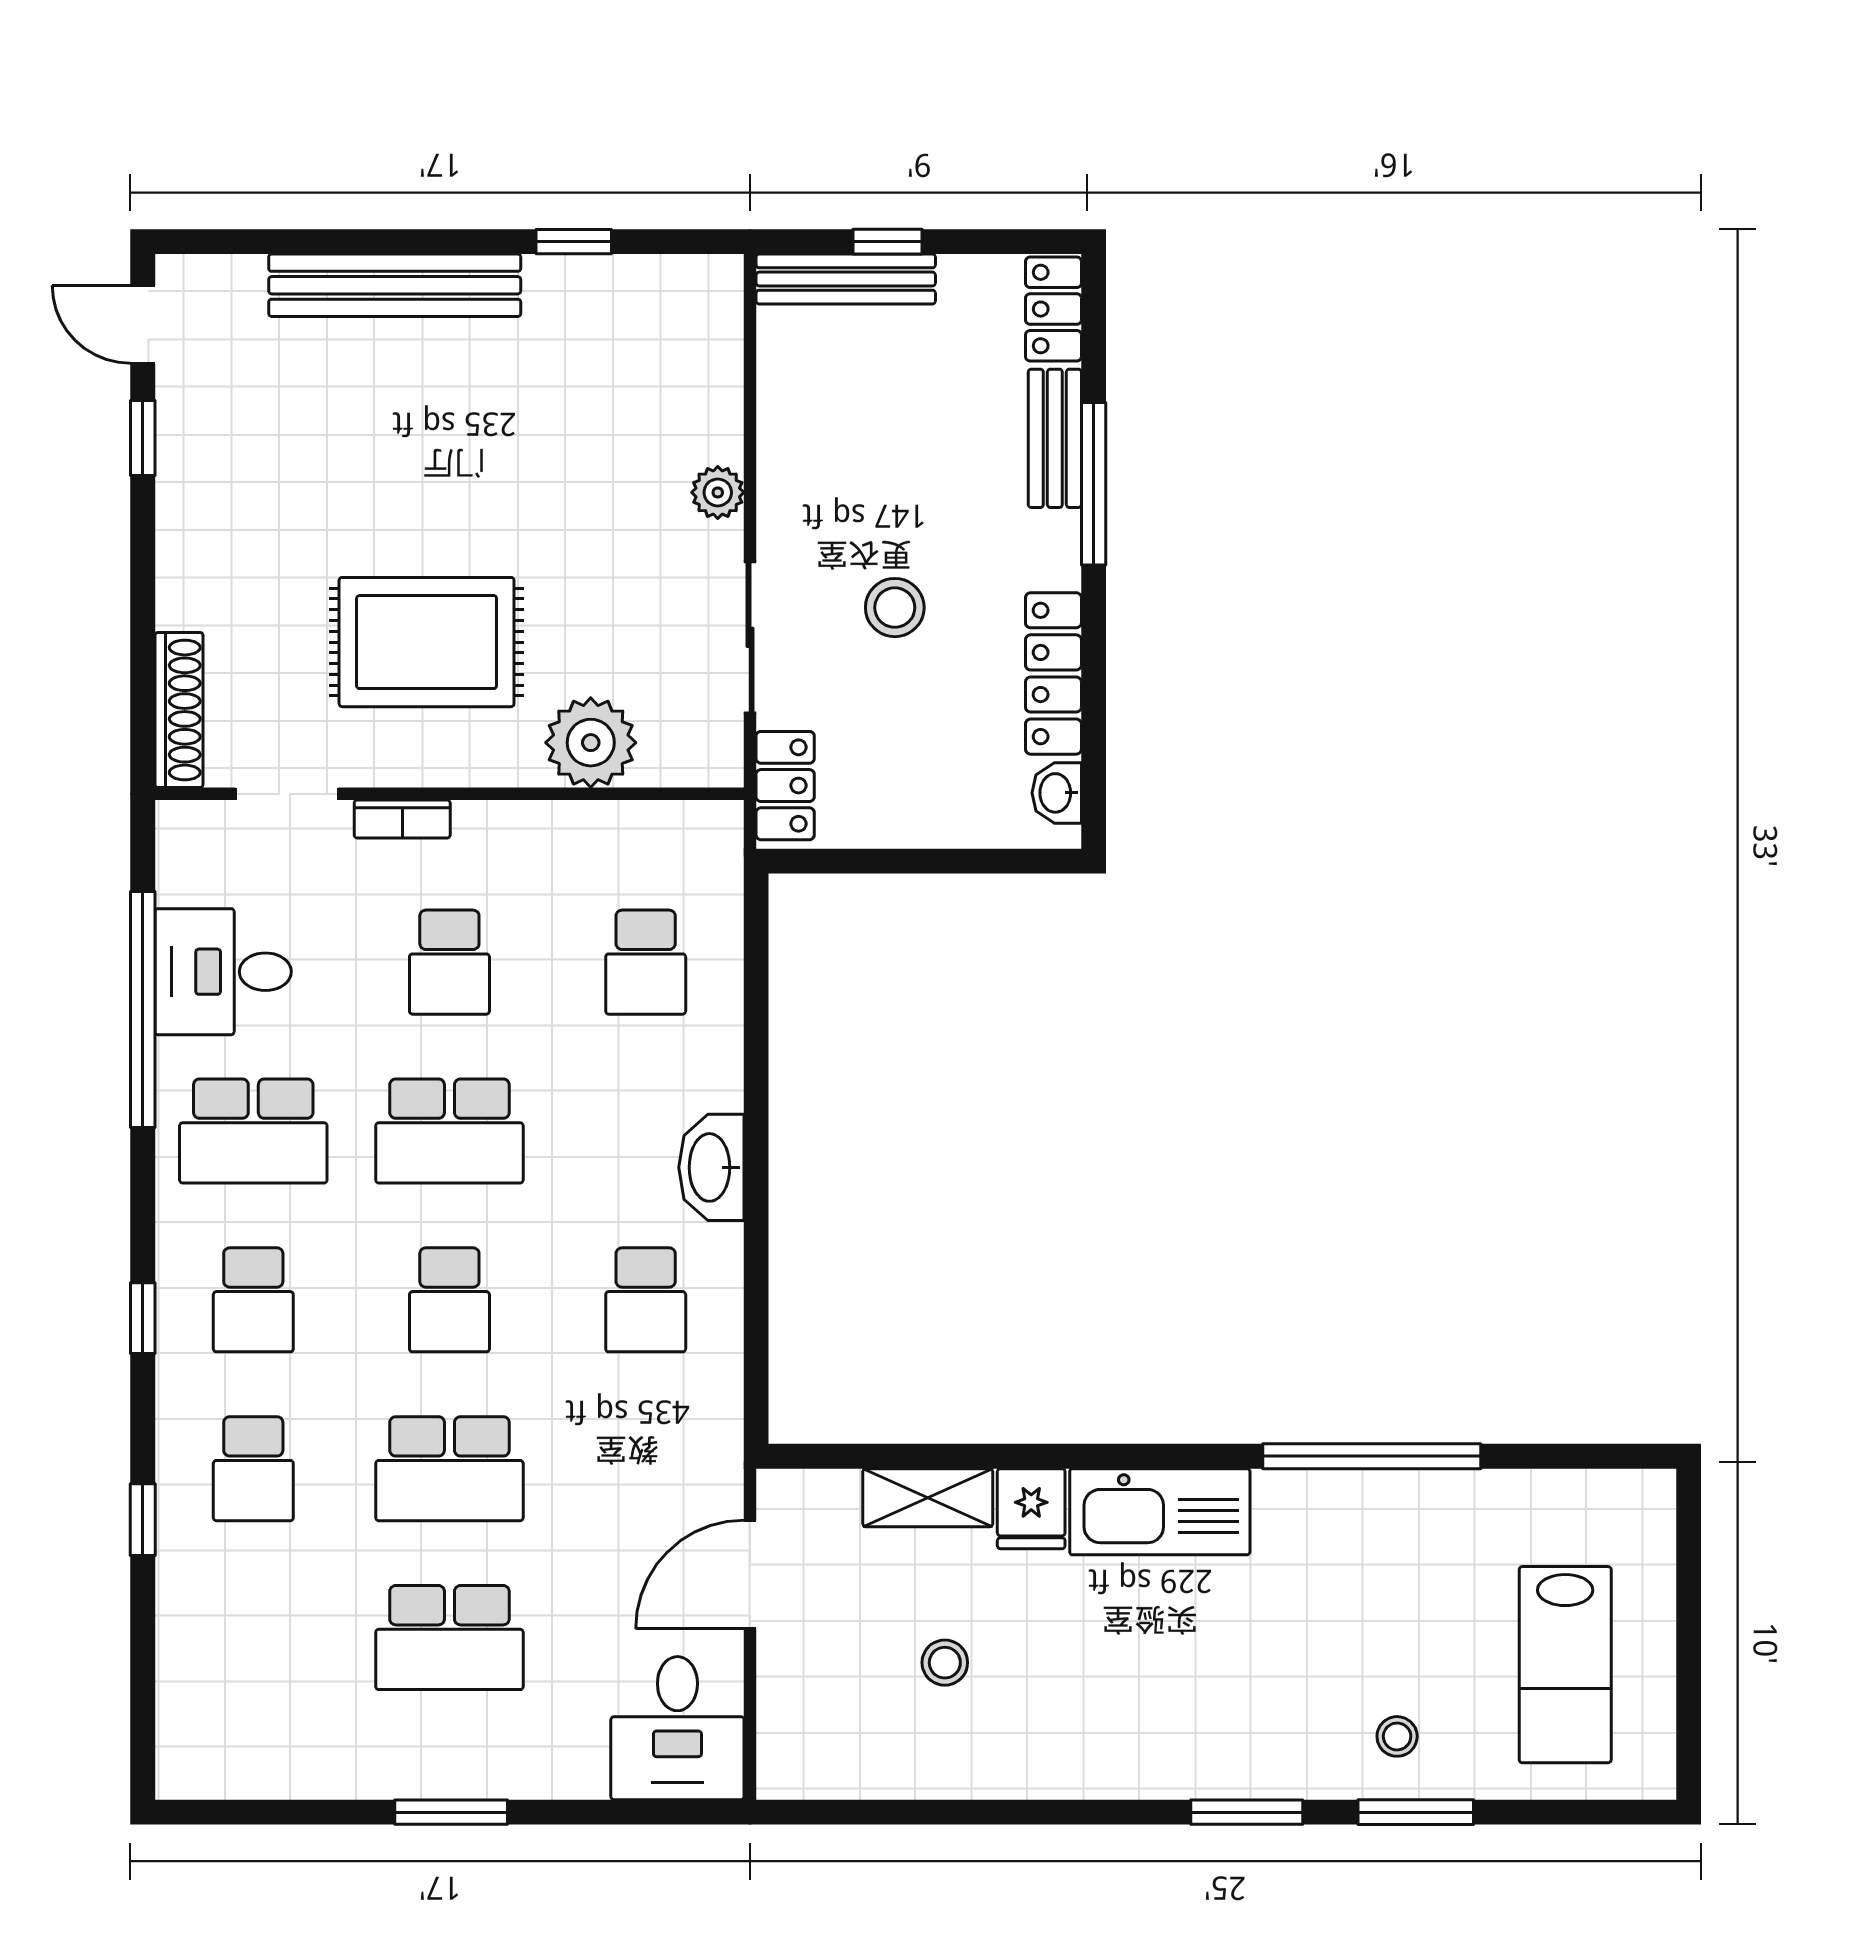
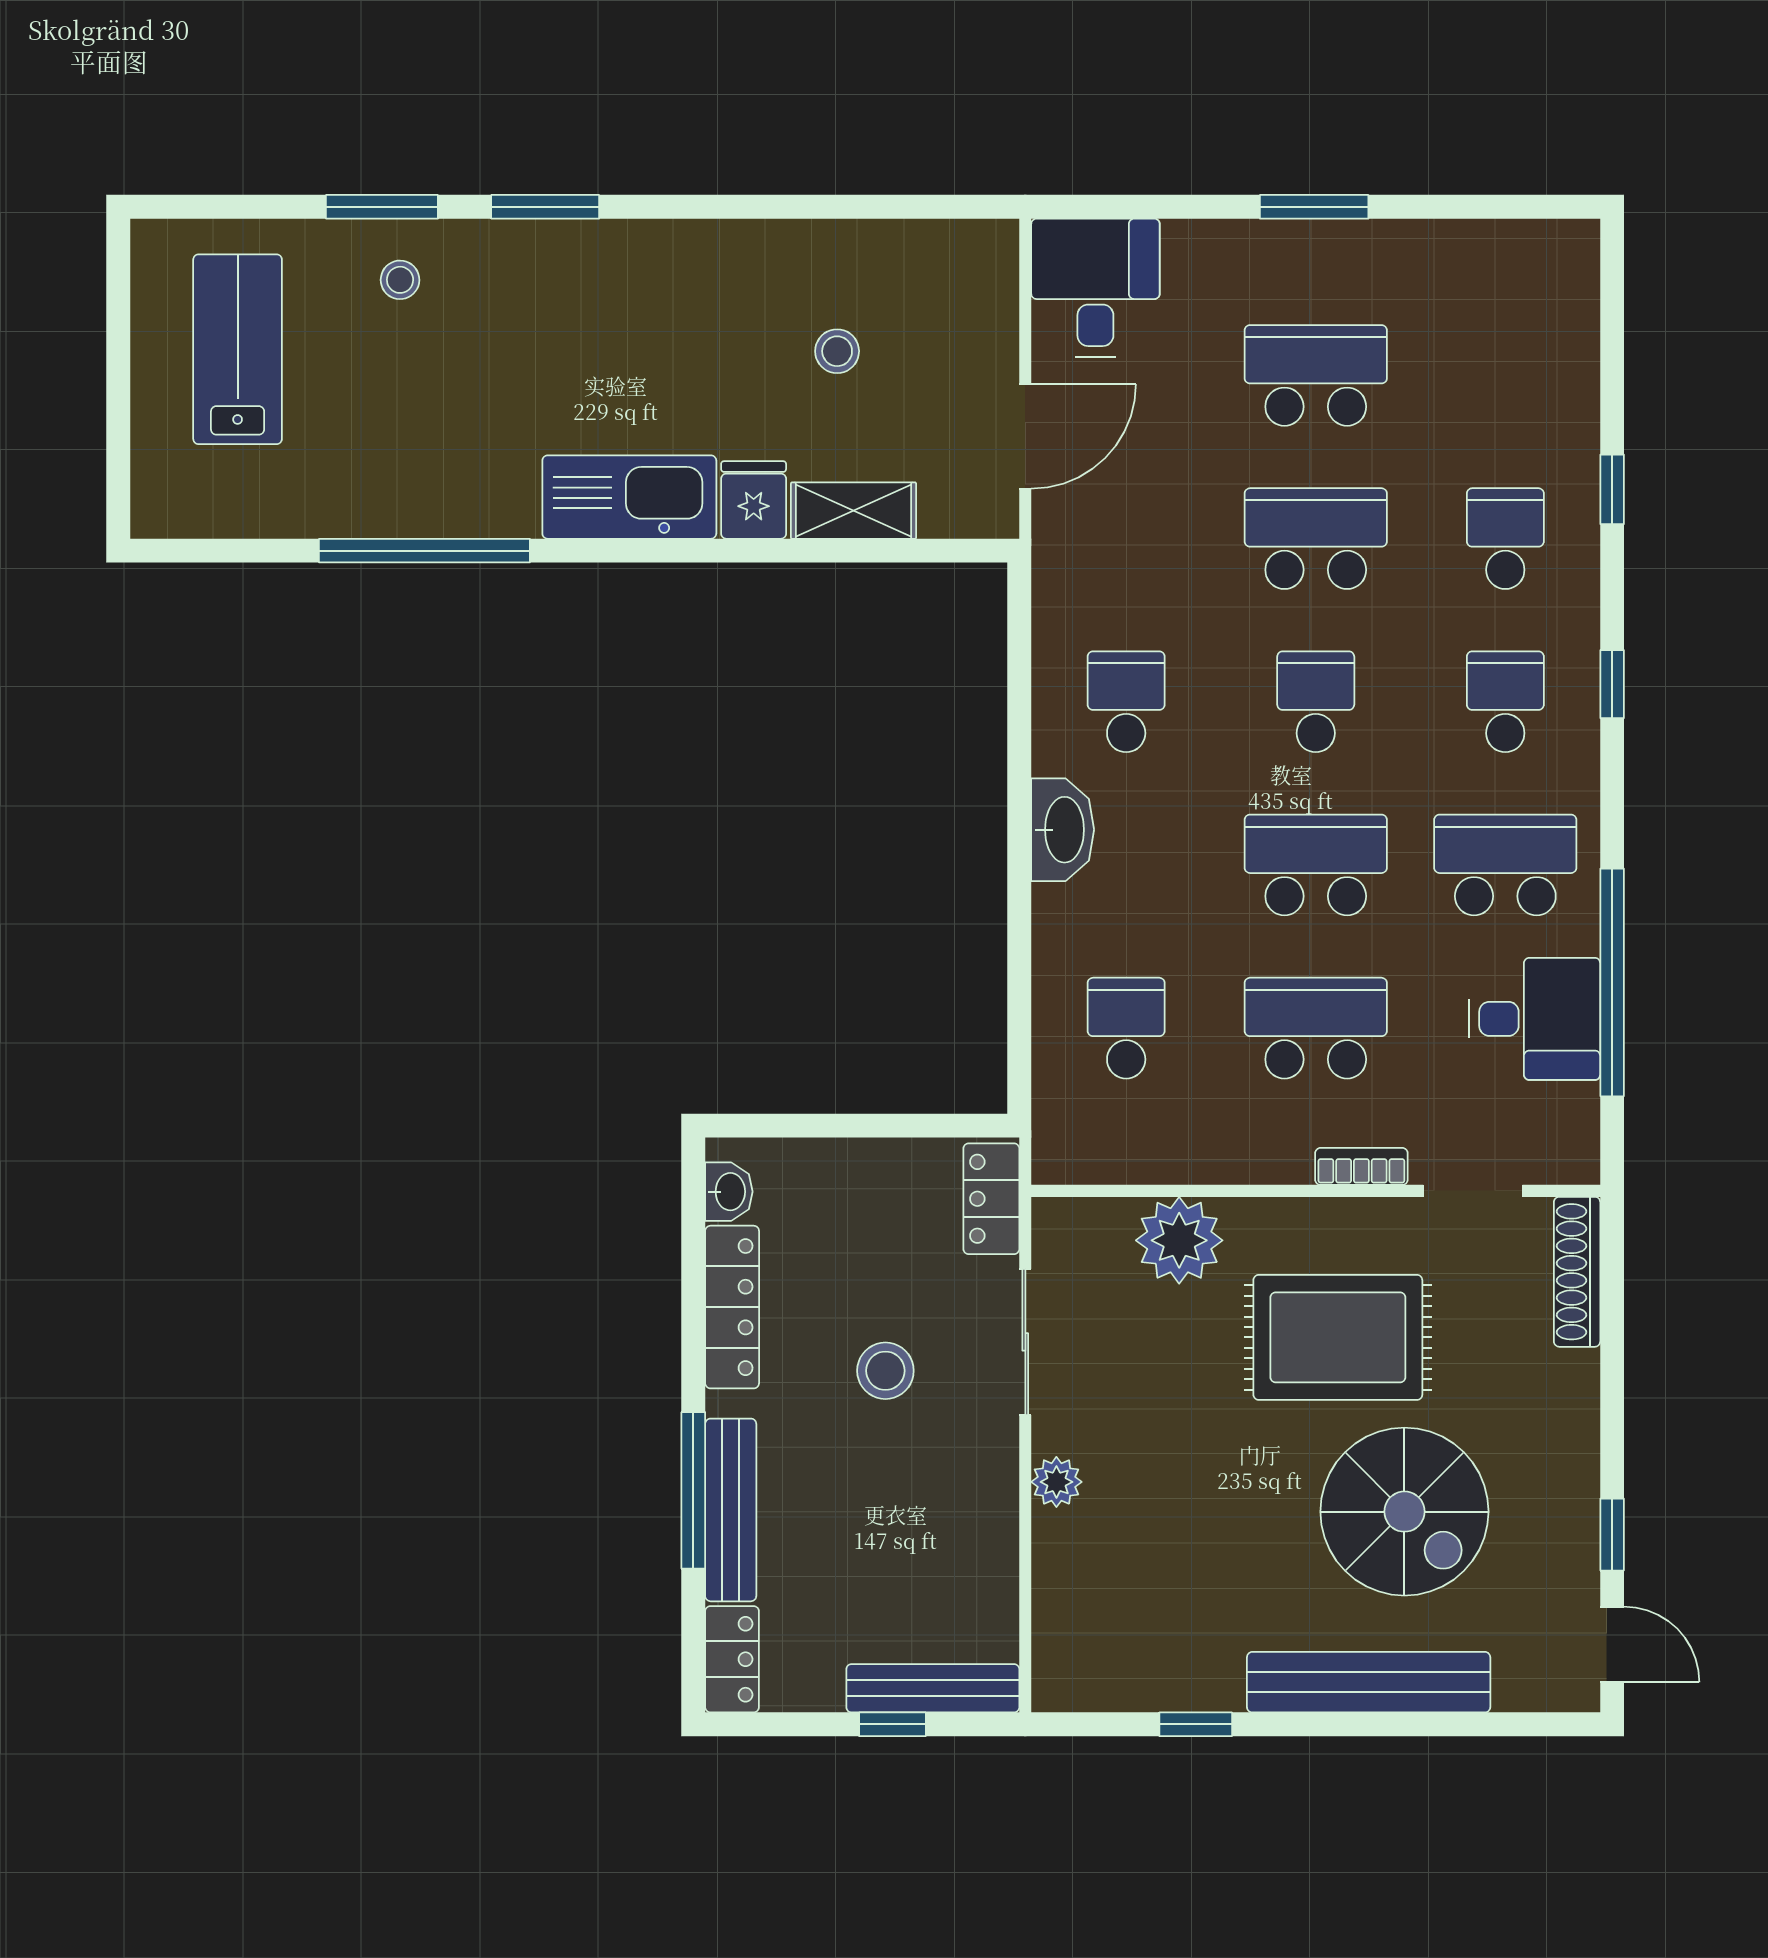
bench: (1055, 438) -> (731, 1510), width x1.36
spiral stairs: (358, 462) -> (1404, 1512), added
school desk: (449, 962) -> (1316, 1028), width x1.85

